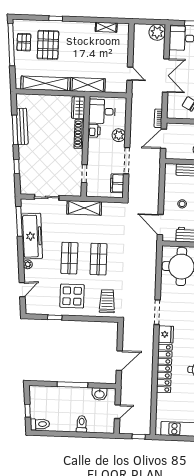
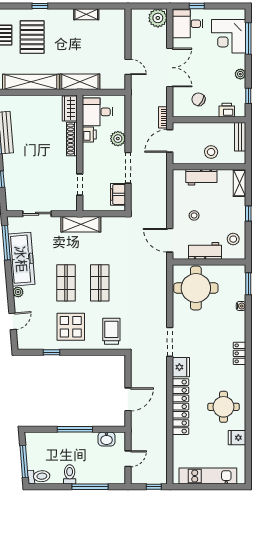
shelving: (106, 27) -> (86, 14), moved
window: (28, 411) -> (24, 461), width x2.17
toilet: (82, 424) -> (70, 474), moved
window: (84, 435) -> (90, 487), added

